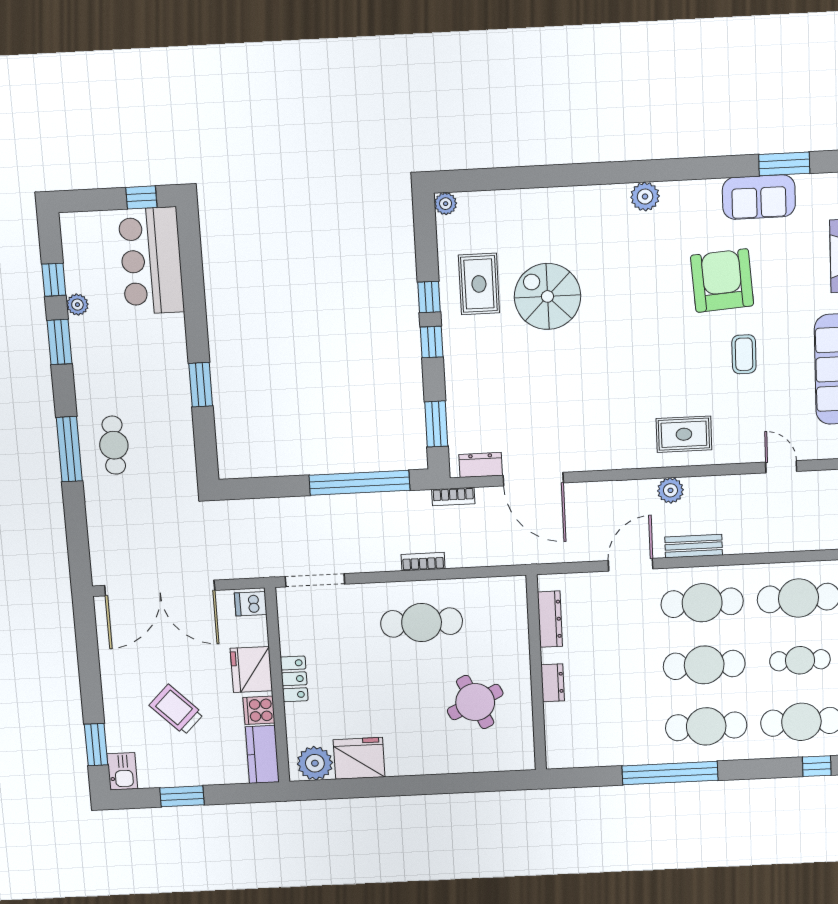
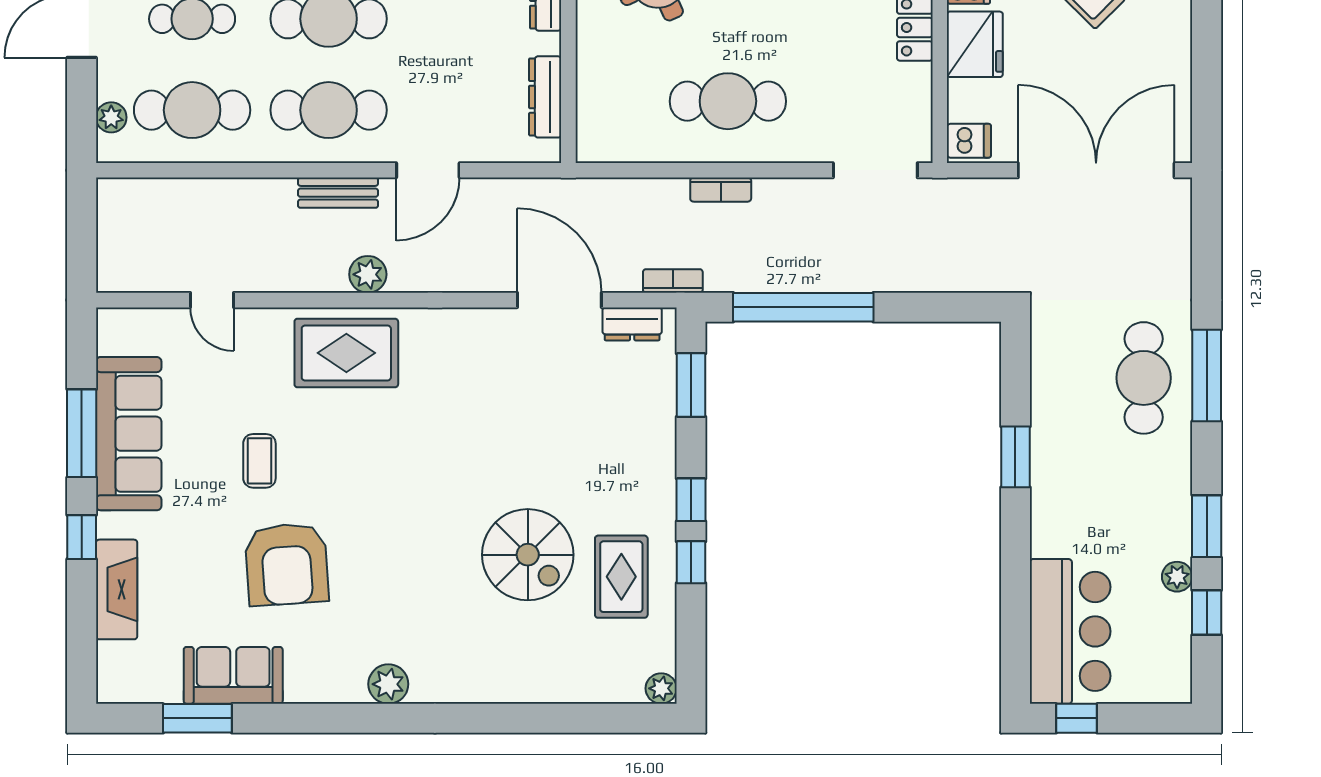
rug: (684, 434) -> (346, 353), width x1.36, depth x1.43
cafe table: (114, 445) -> (1144, 378), width x1.37, depth x1.35

